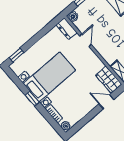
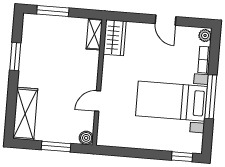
dresser: (67, 29) -> (105, 132), removed
window: (32, 99) -> (211, 97), width x2.17
door: (106, 102) -> (166, 20), moved

